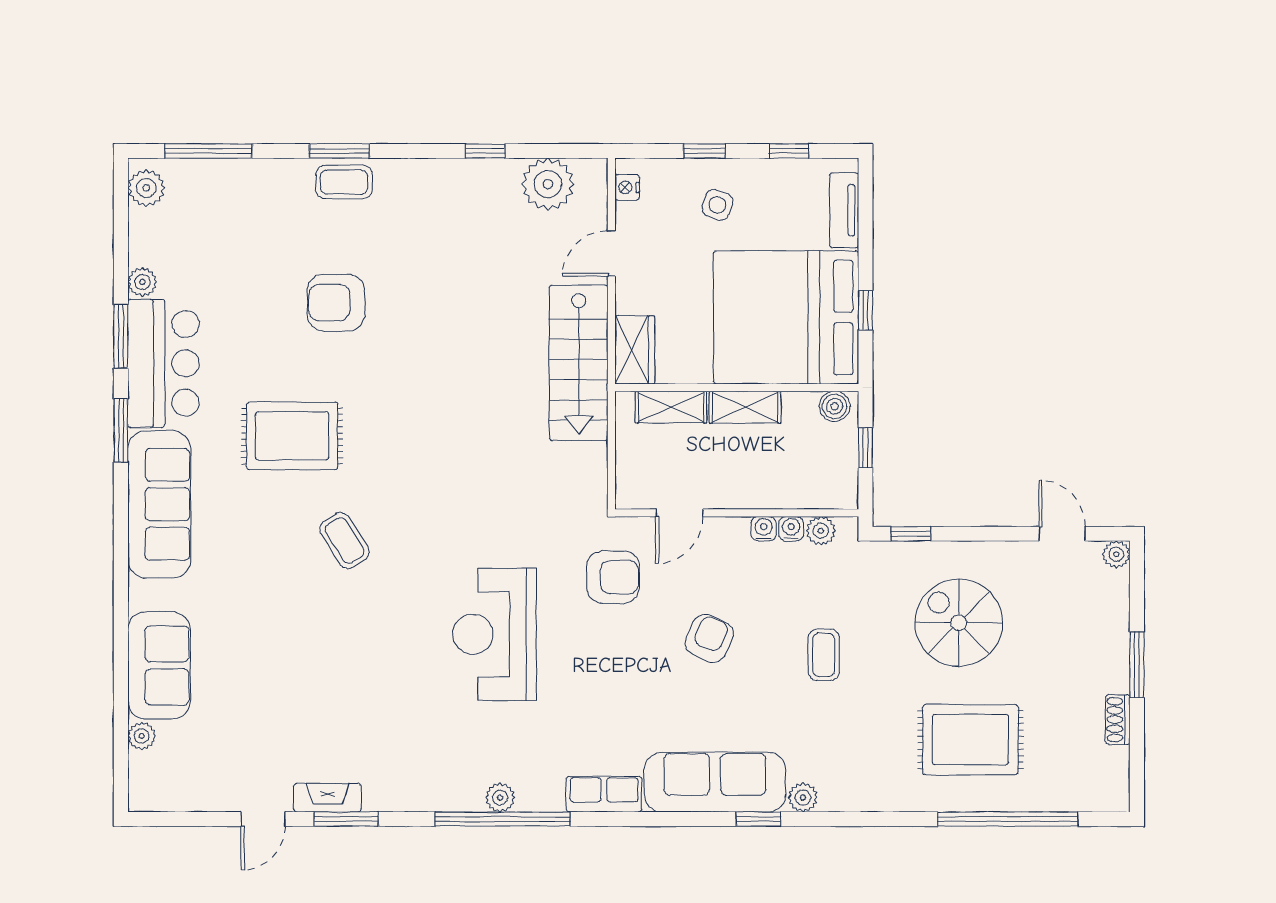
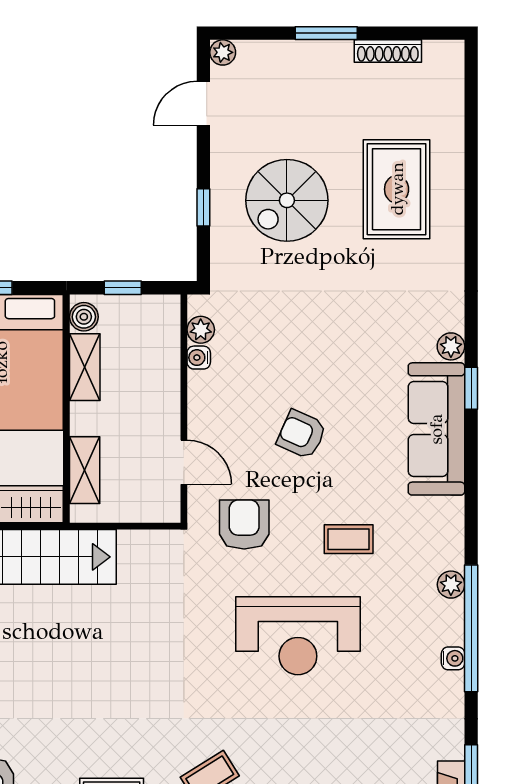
shelving: (745, 407) -> (85, 367), moved
water cooler: (764, 529) -> (453, 658), moved, turned 180
window: (911, 534) -> (203, 207), moved
coffee table: (824, 655) -> (349, 539), moved
shoe rack: (1118, 720) -> (388, 51), width x1.43
row of seats: (604, 794) -> (448, 533), removed
plant: (500, 798) -> (451, 585), moved
window: (1008, 819) -> (471, 155), removed

